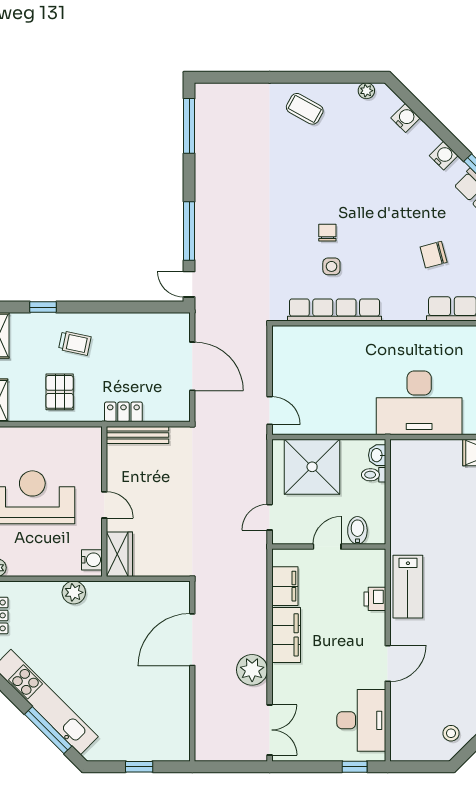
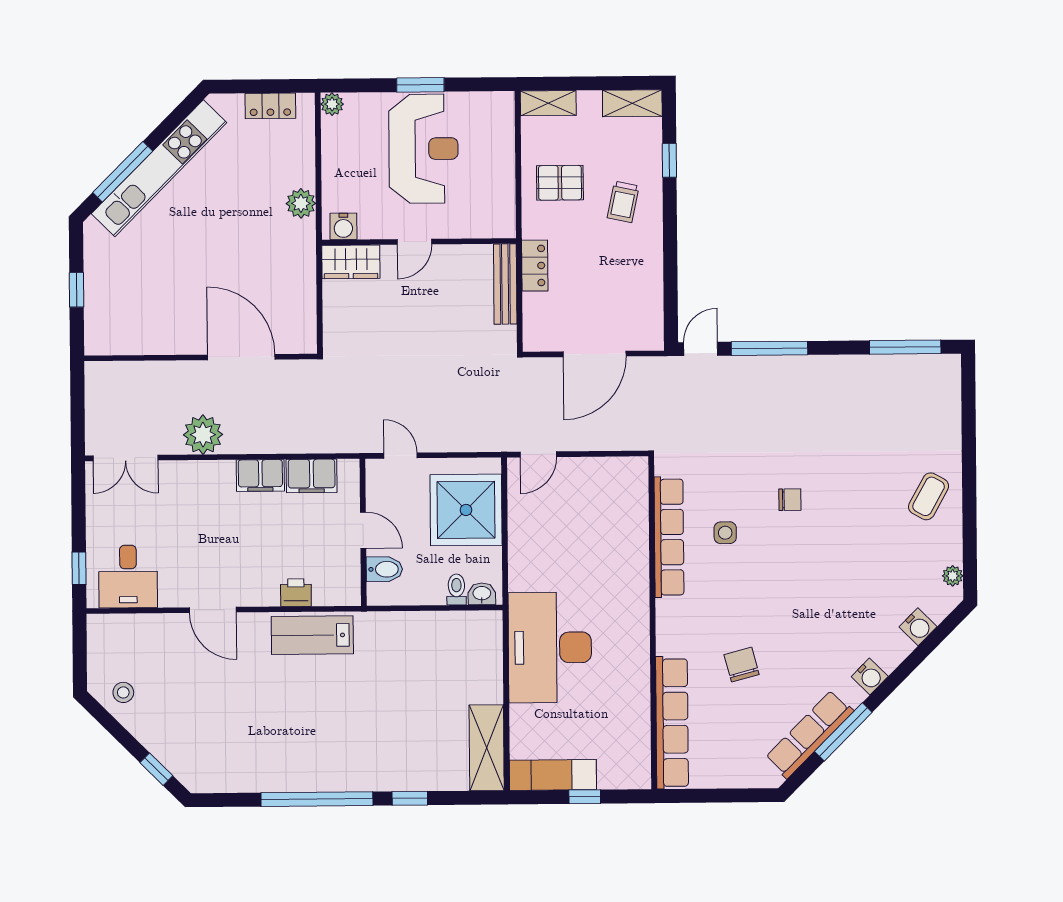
chair: (327, 233) -> (790, 500), moved
filing cabinet: (286, 635) -> (260, 475), width x0.67, depth x0.86
desk: (361, 720) -> (128, 576), width x0.73

